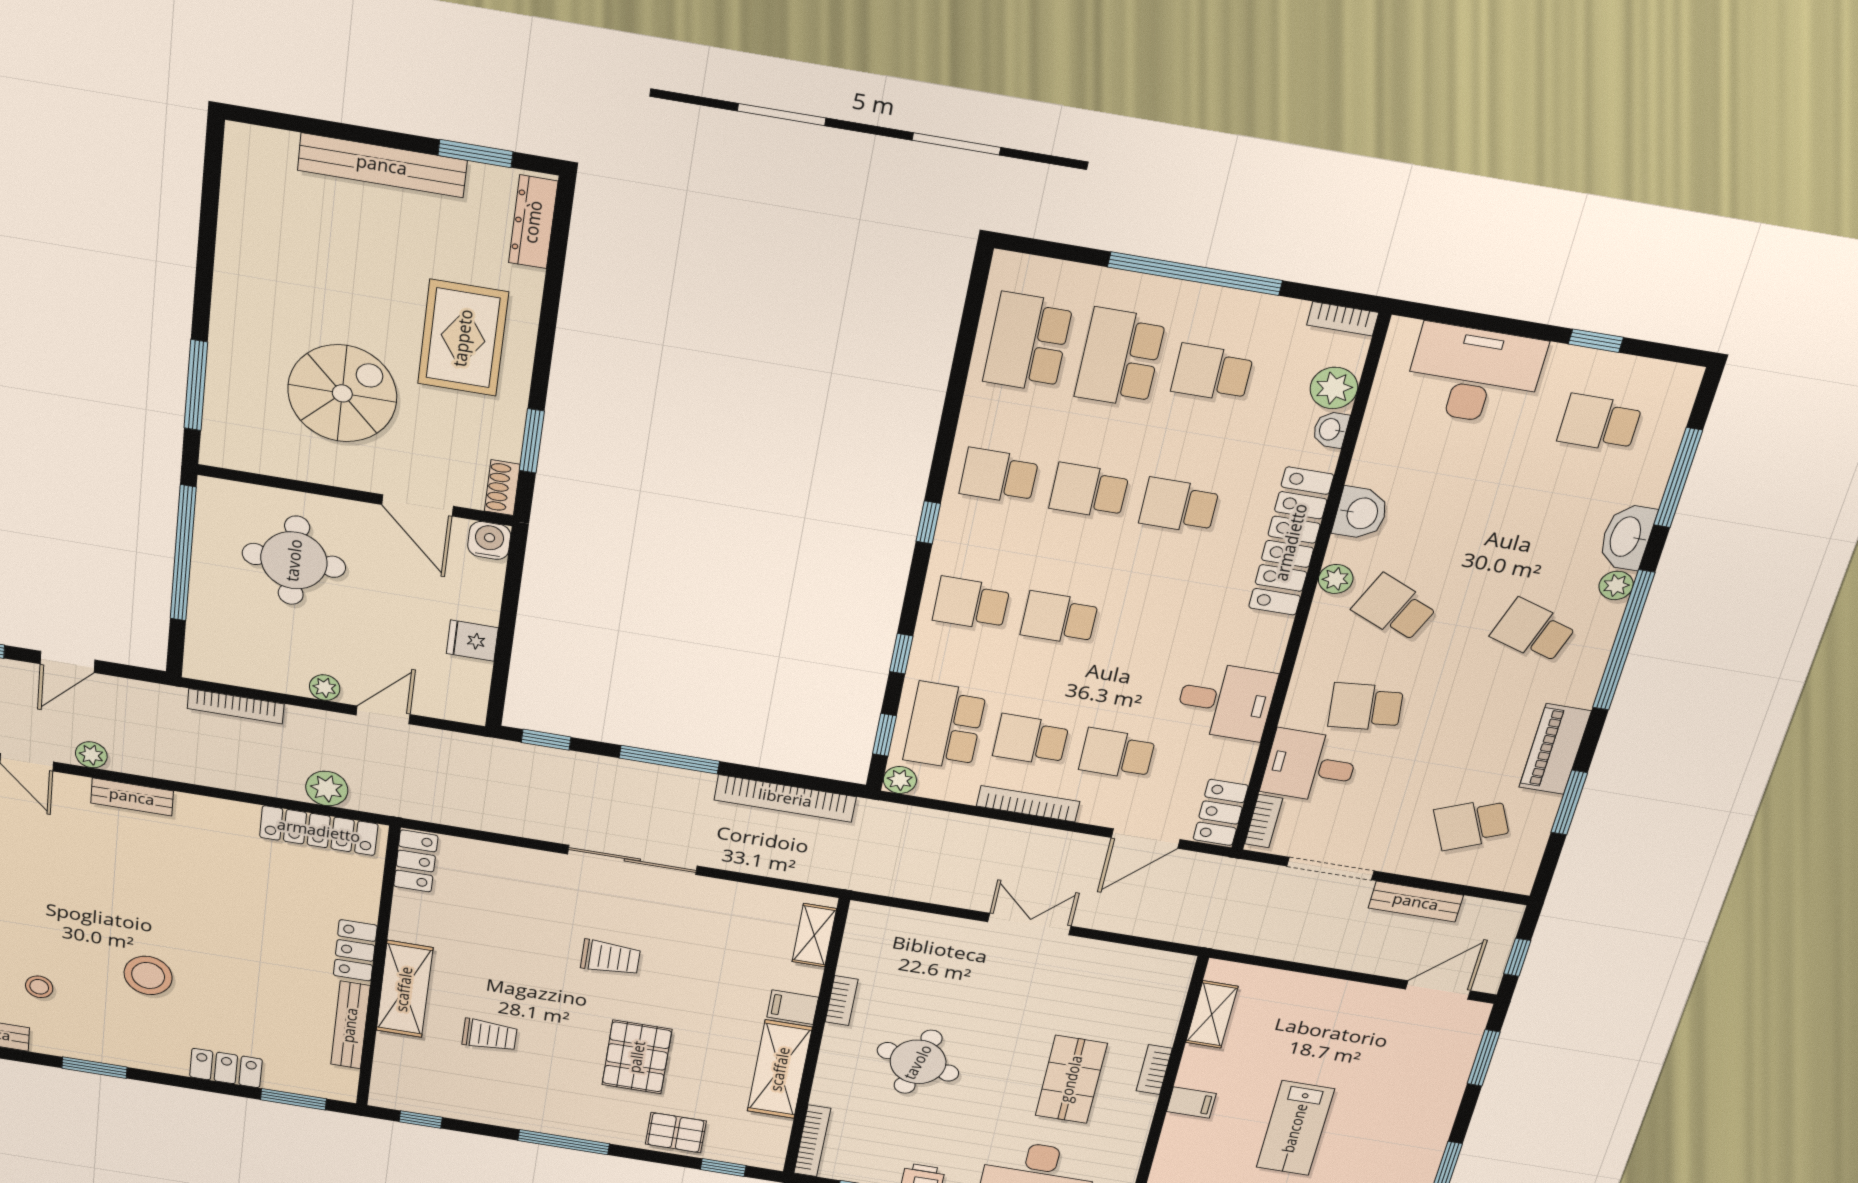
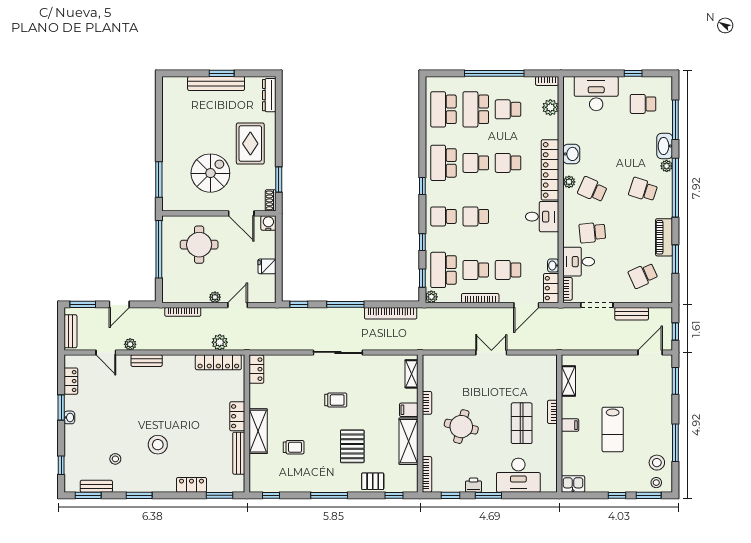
window: (475, 153) -> (222, 73), moved
washbasin: (1331, 430) -> (553, 265), moved
school desk: (999, 476) -> (443, 163), width x1.85
desk: (1226, 701) -> (542, 217), moved

